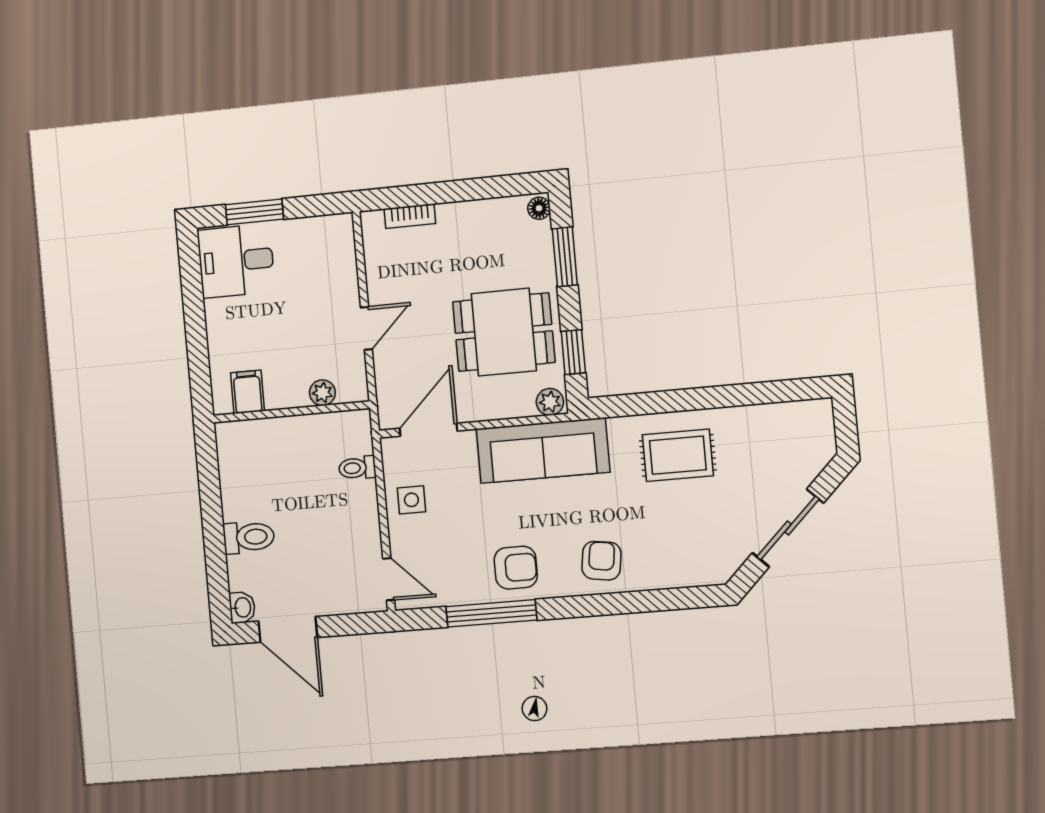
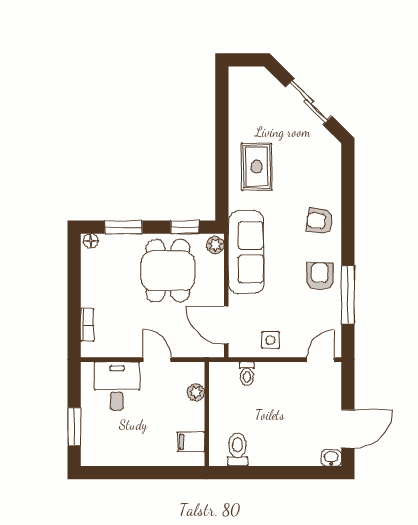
desk: (236, 261) -> (117, 386), moved, turned 180
toilet: (249, 537) -> (238, 449), moved

